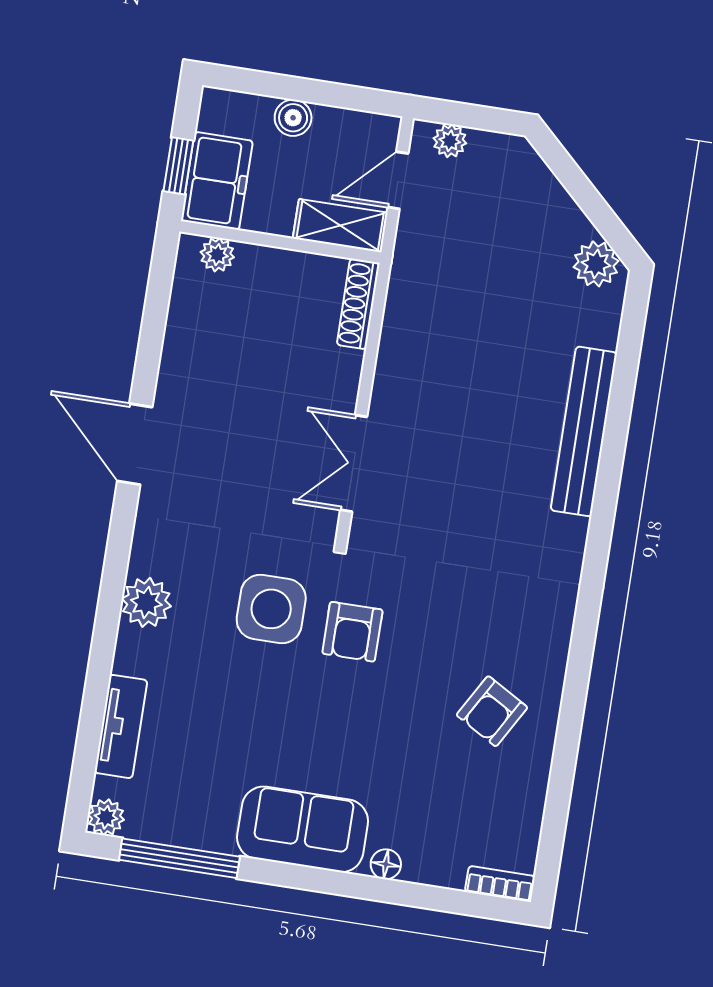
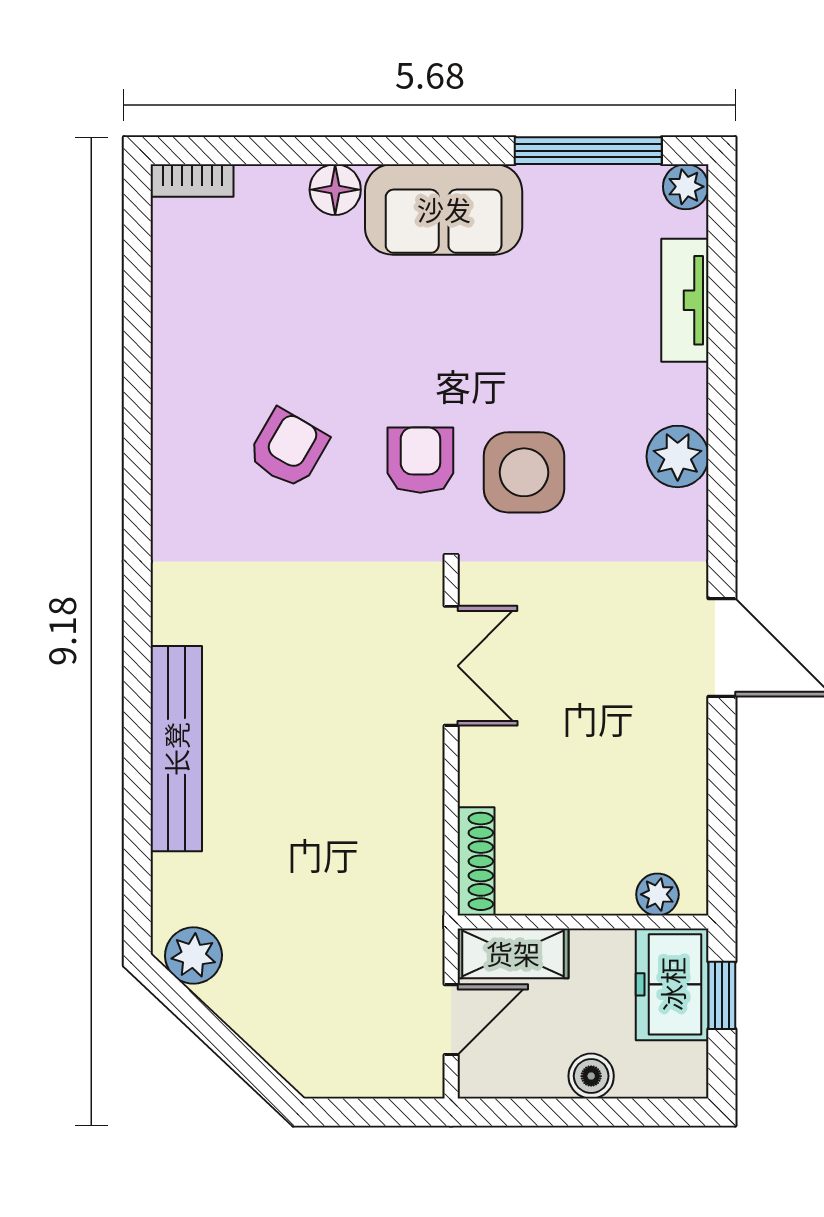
plant: (450, 141) -> (395, 1078), removed
armchair: (492, 711) -> (288, 449), moved
floor lamp: (386, 864) -> (335, 190), width x1.37, depth x1.37

